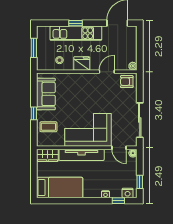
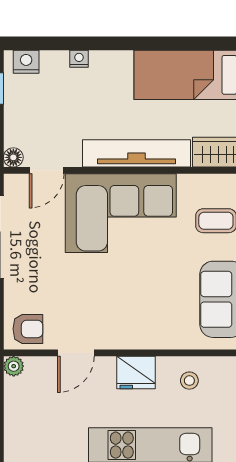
door: (119, 148) -> (47, 170), swing flipped
window: (118, 201) -> (48, 43), removed

